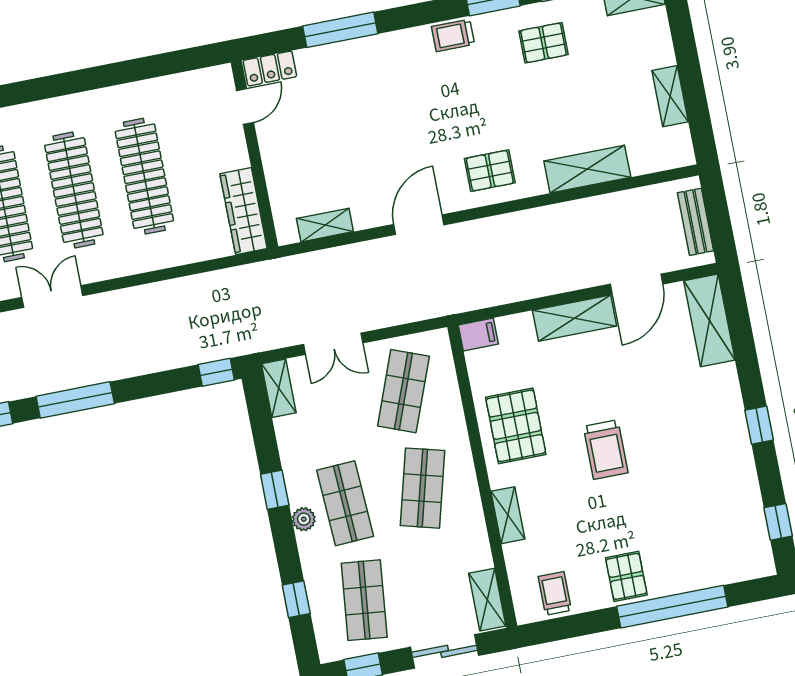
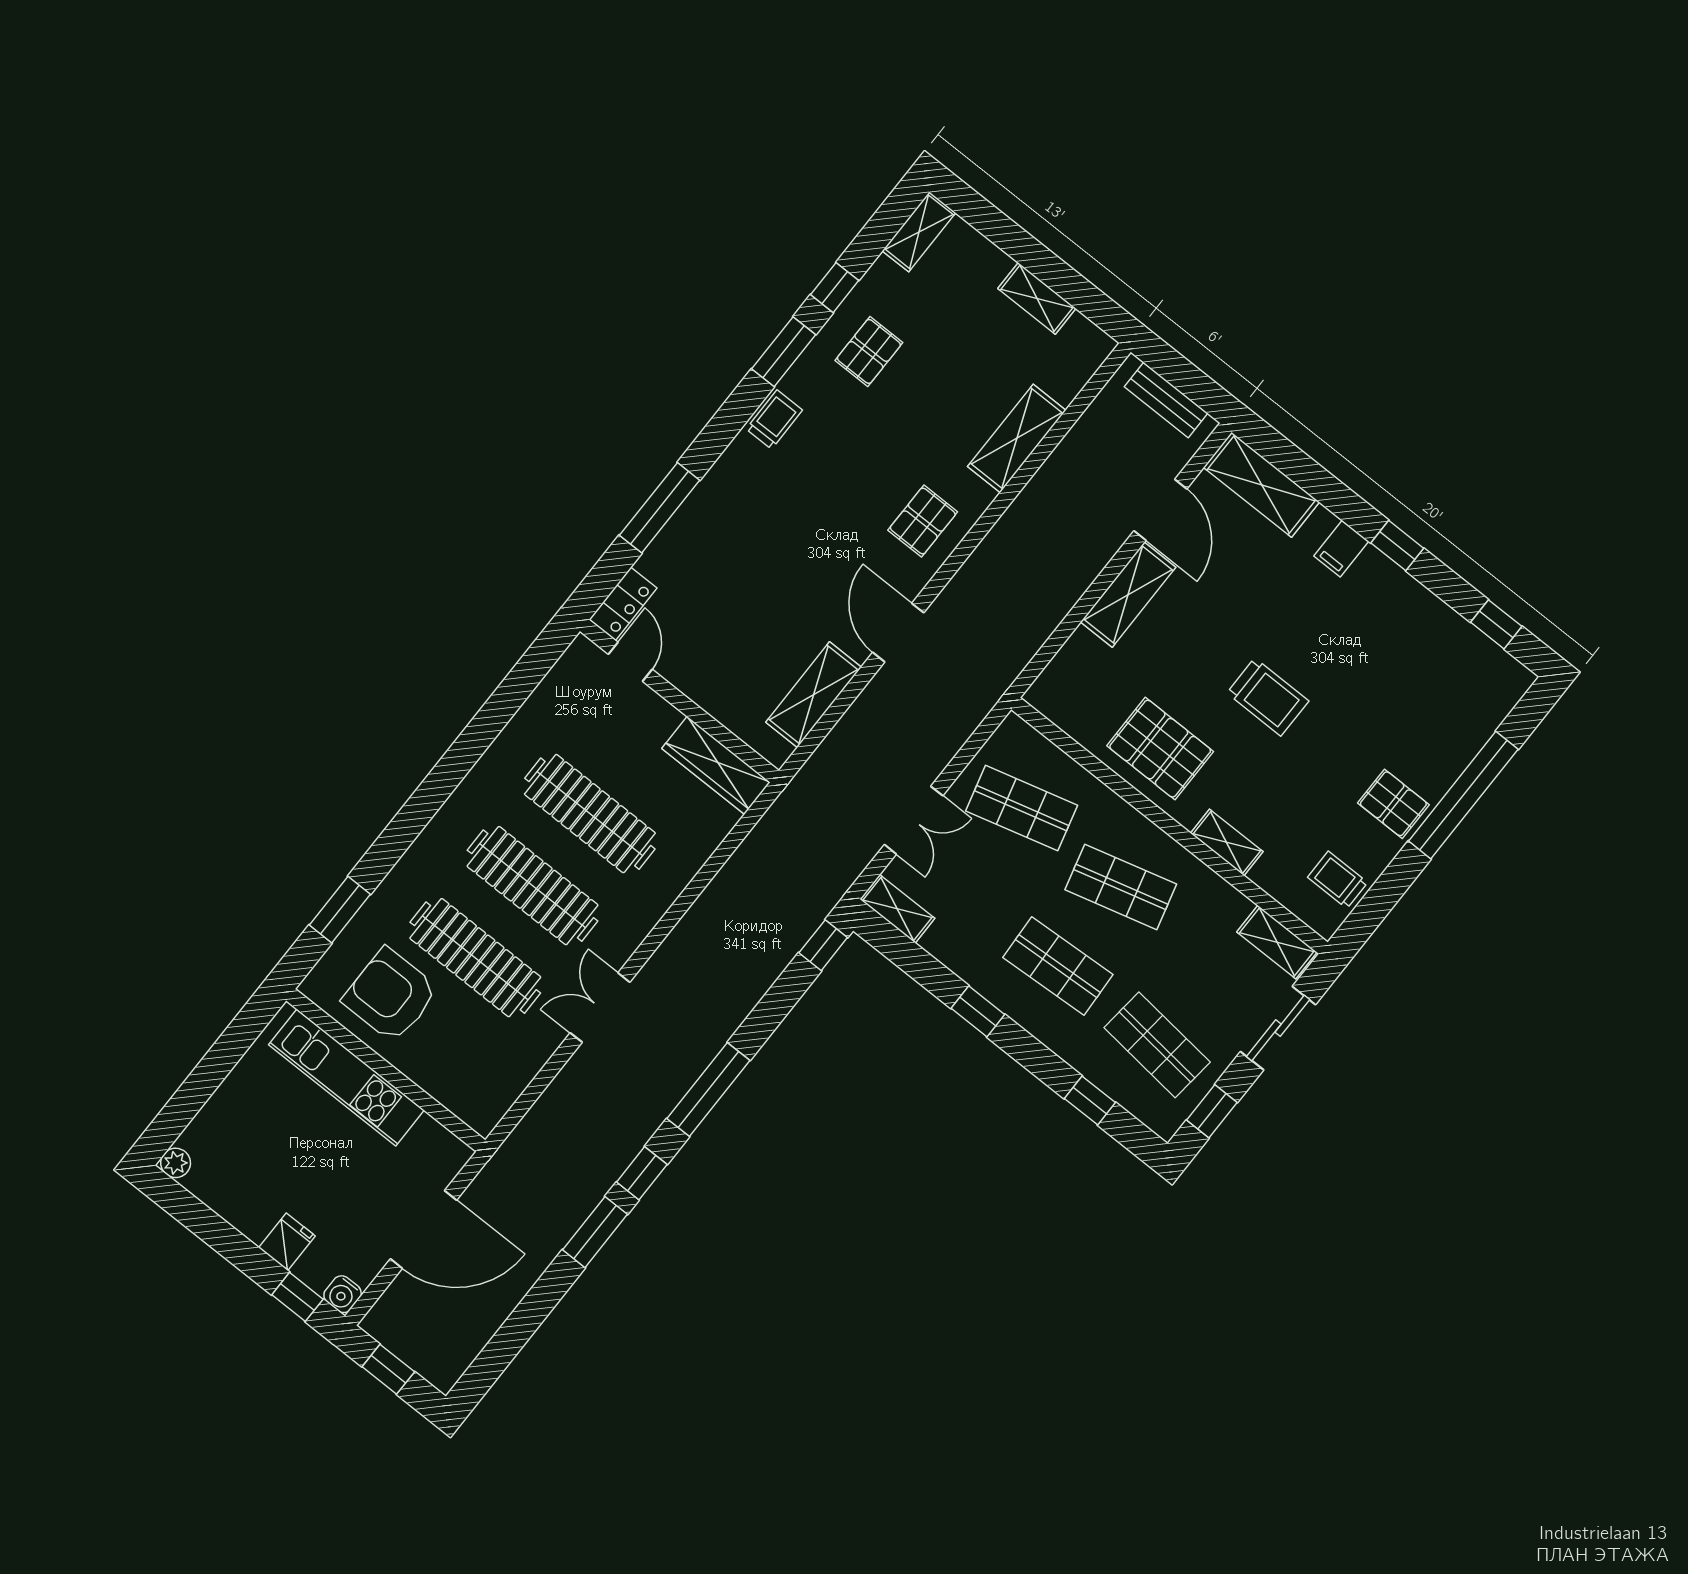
trolley: (453, 35) -> (774, 419), turned 180
shelving: (325, 225) -> (814, 695), width x1.50, depth x1.33
filing cabinet: (478, 334) -> (1341, 549), moved, turned 180
shop shelf: (403, 391) -> (1022, 808), turned -36
shop shelf: (422, 488) -> (1121, 887), turned -30
plant: (304, 519) -> (1031, 1016), removed

